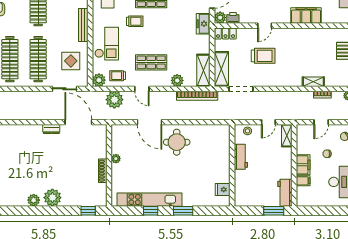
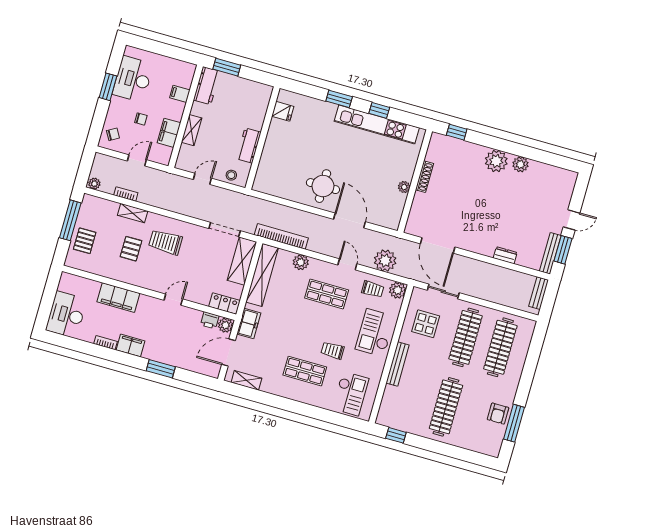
pallet: (307, 55) -> (131, 249), added
trolley: (263, 56) -> (166, 242), moved
shelving: (203, 70) -> (262, 275), width x1.47
dresser: (51, 129) -> (505, 255), moved
shelving: (287, 136) -> (192, 130), moved
filing cabinet: (303, 165) -> (169, 133), moved

